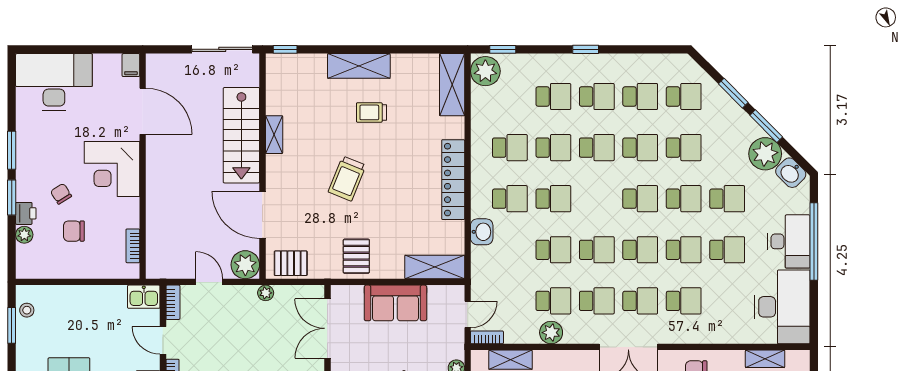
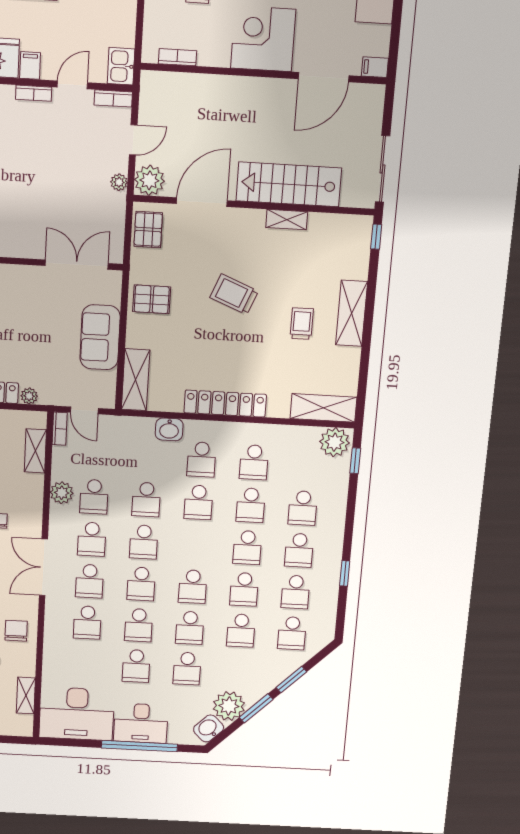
window: (586, 49) -> (345, 573), moved
plant: (266, 293) -> (119, 182), moved

